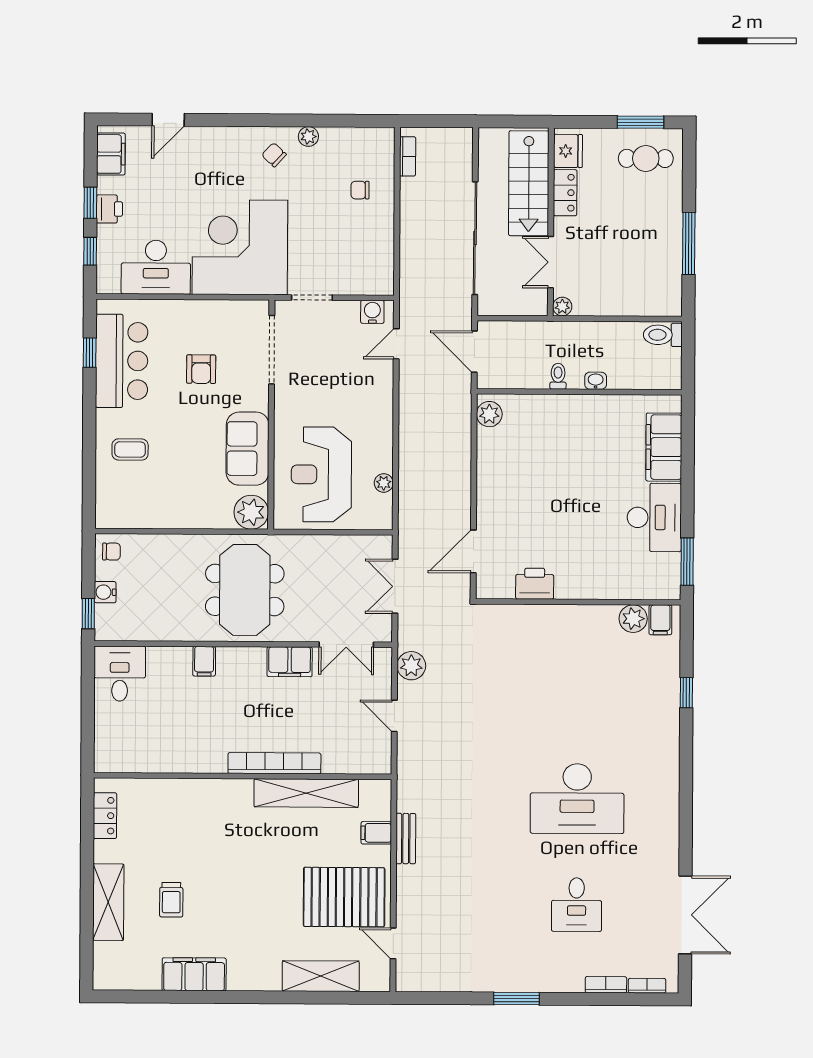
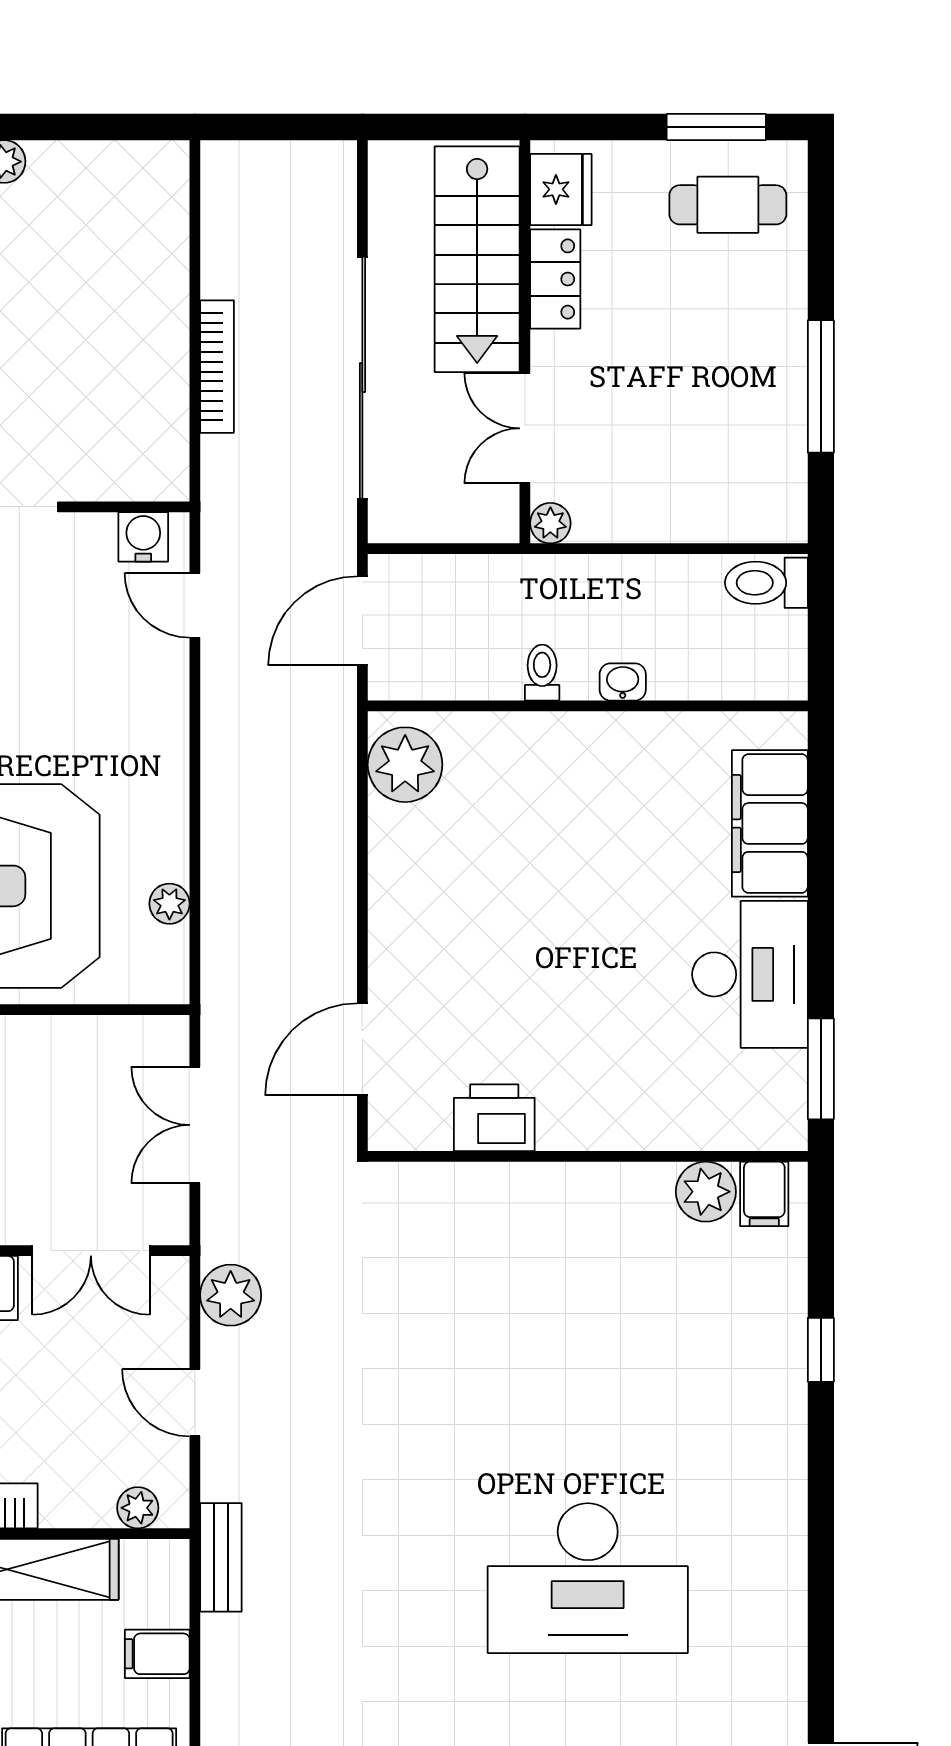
bookcase: (408, 156) -> (217, 367), moved, width x1.56
chair: (360, 190) -> (115, 276), removed
door: (396, 344) -> (195, 605), hinge flipped
door: (474, 352) -> (362, 621), hinge flipped
plant: (489, 414) -> (405, 765), width x1.36, depth x1.36
plant: (367, 765) -> (138, 1508), added
bench: (406, 839) -> (221, 1557), moved

